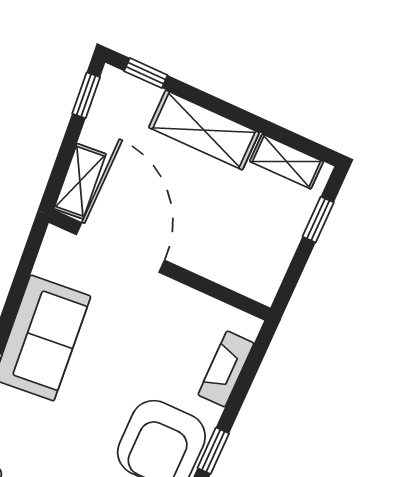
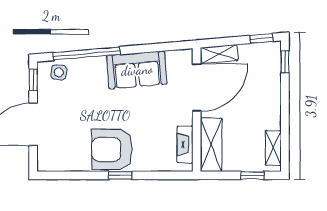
shelving: (204, 130) -> (211, 145), moved
fireplace: (226, 369) -> (185, 145), moved, turned -90

